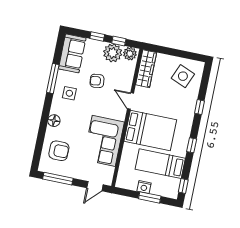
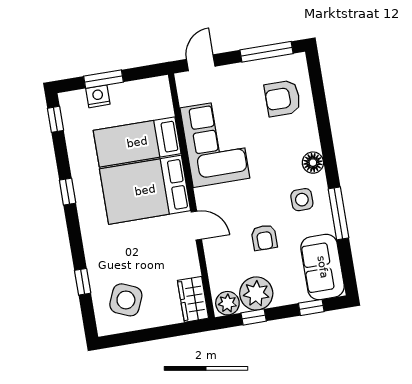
window: (97, 37) -> (311, 307), moved
wardrobe: (146, 69) -> (193, 299), width x0.67
armchair: (97, 81) -> (264, 238), turned 97
window: (199, 107) -> (83, 282), moved
floor lamp: (54, 121) -> (313, 163), moved
bed: (160, 164) -> (137, 142), moved, turned 180
nightstand: (144, 187) -> (98, 96), moved

